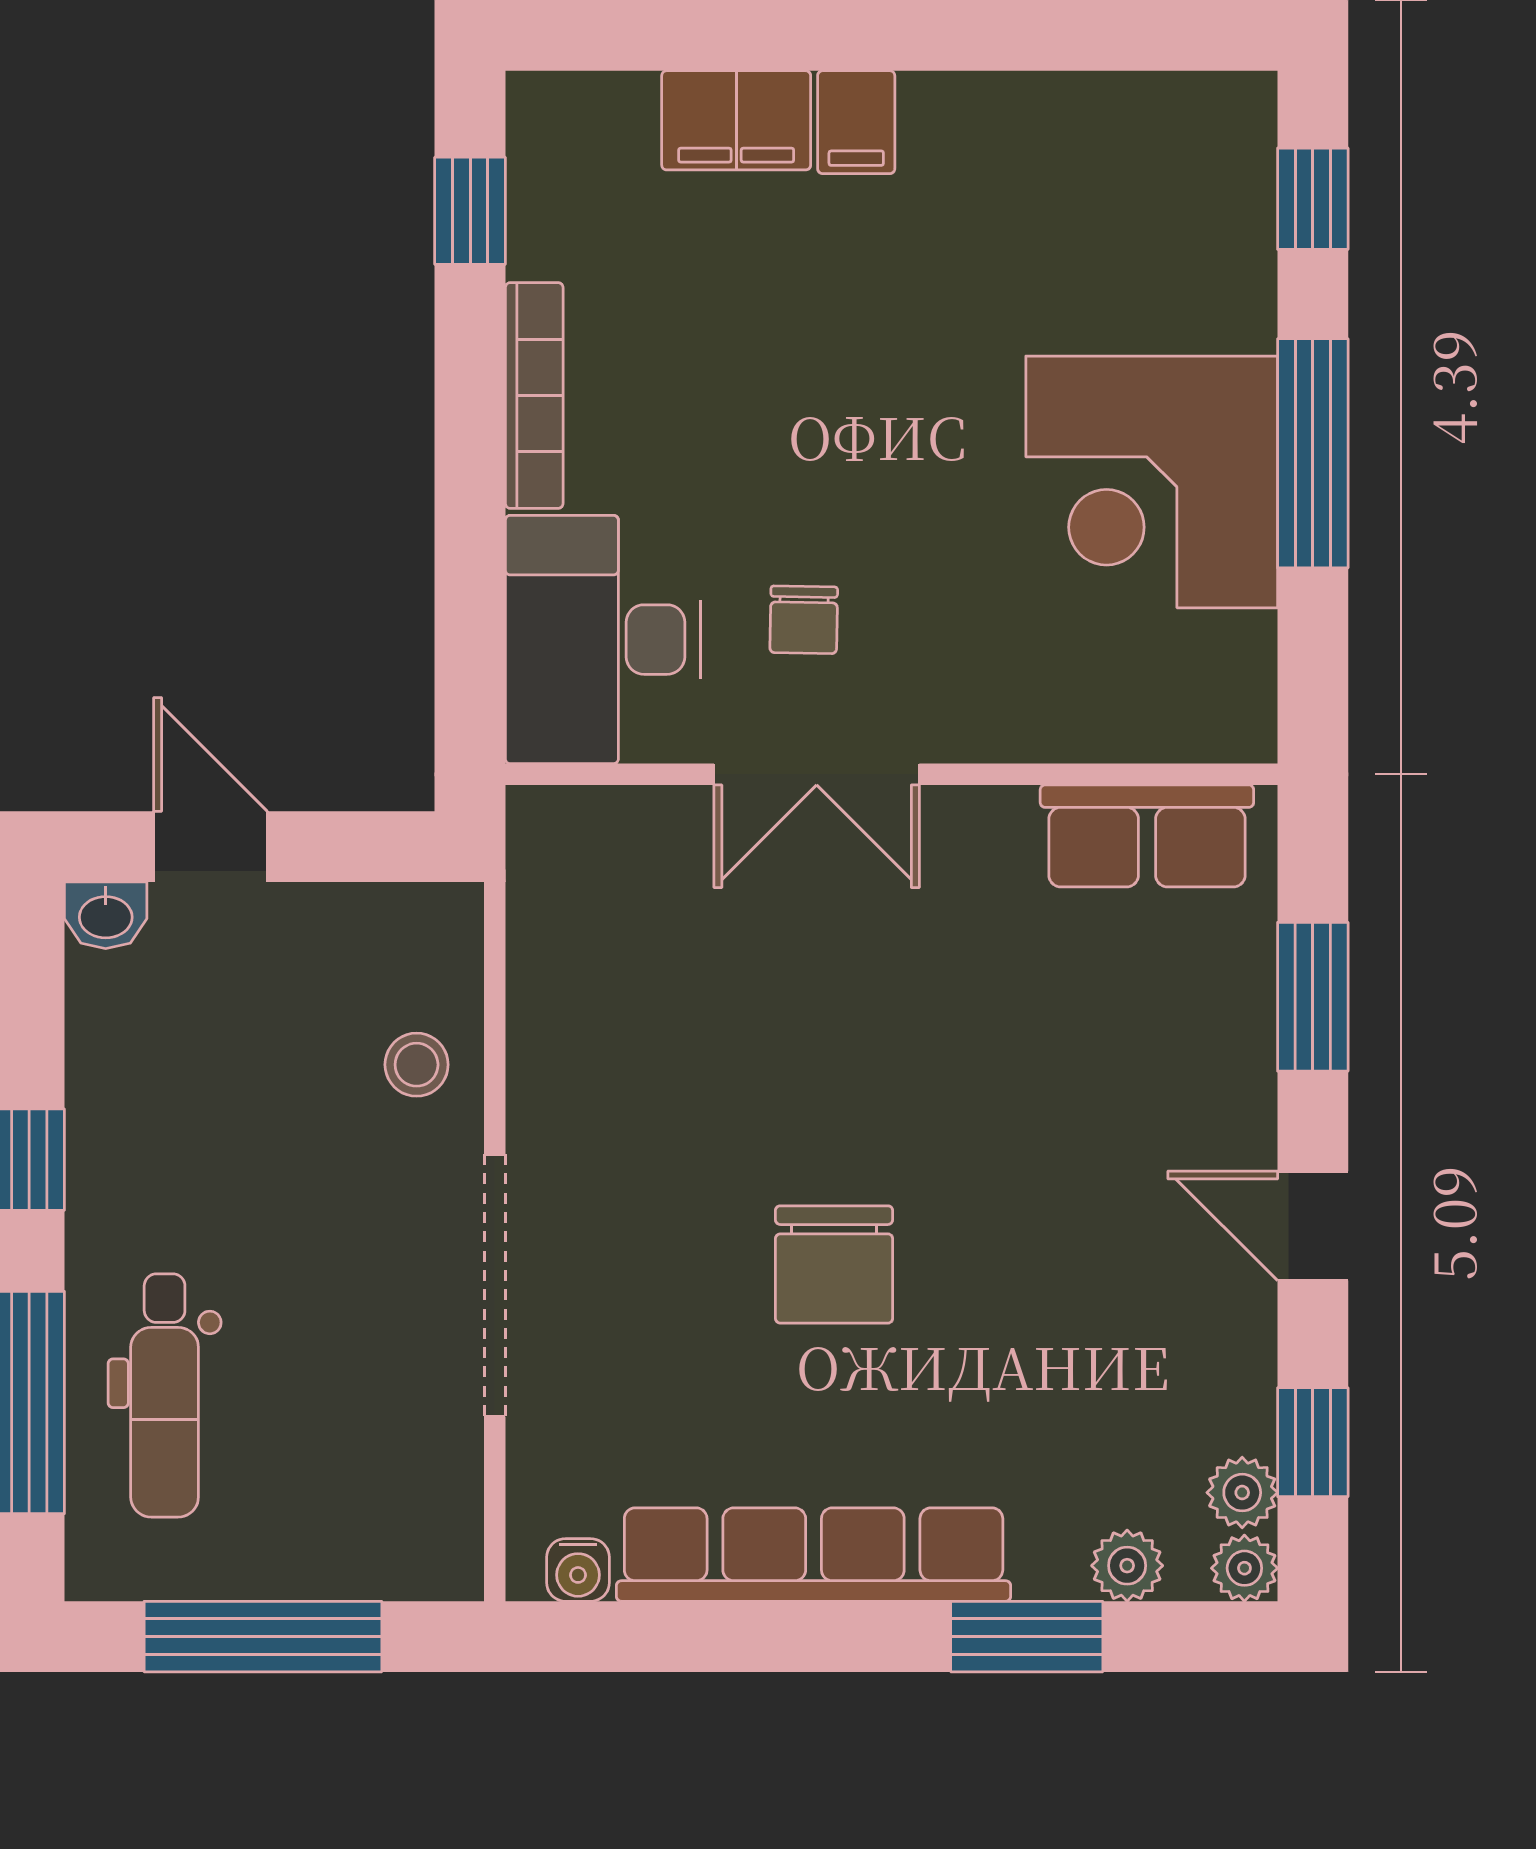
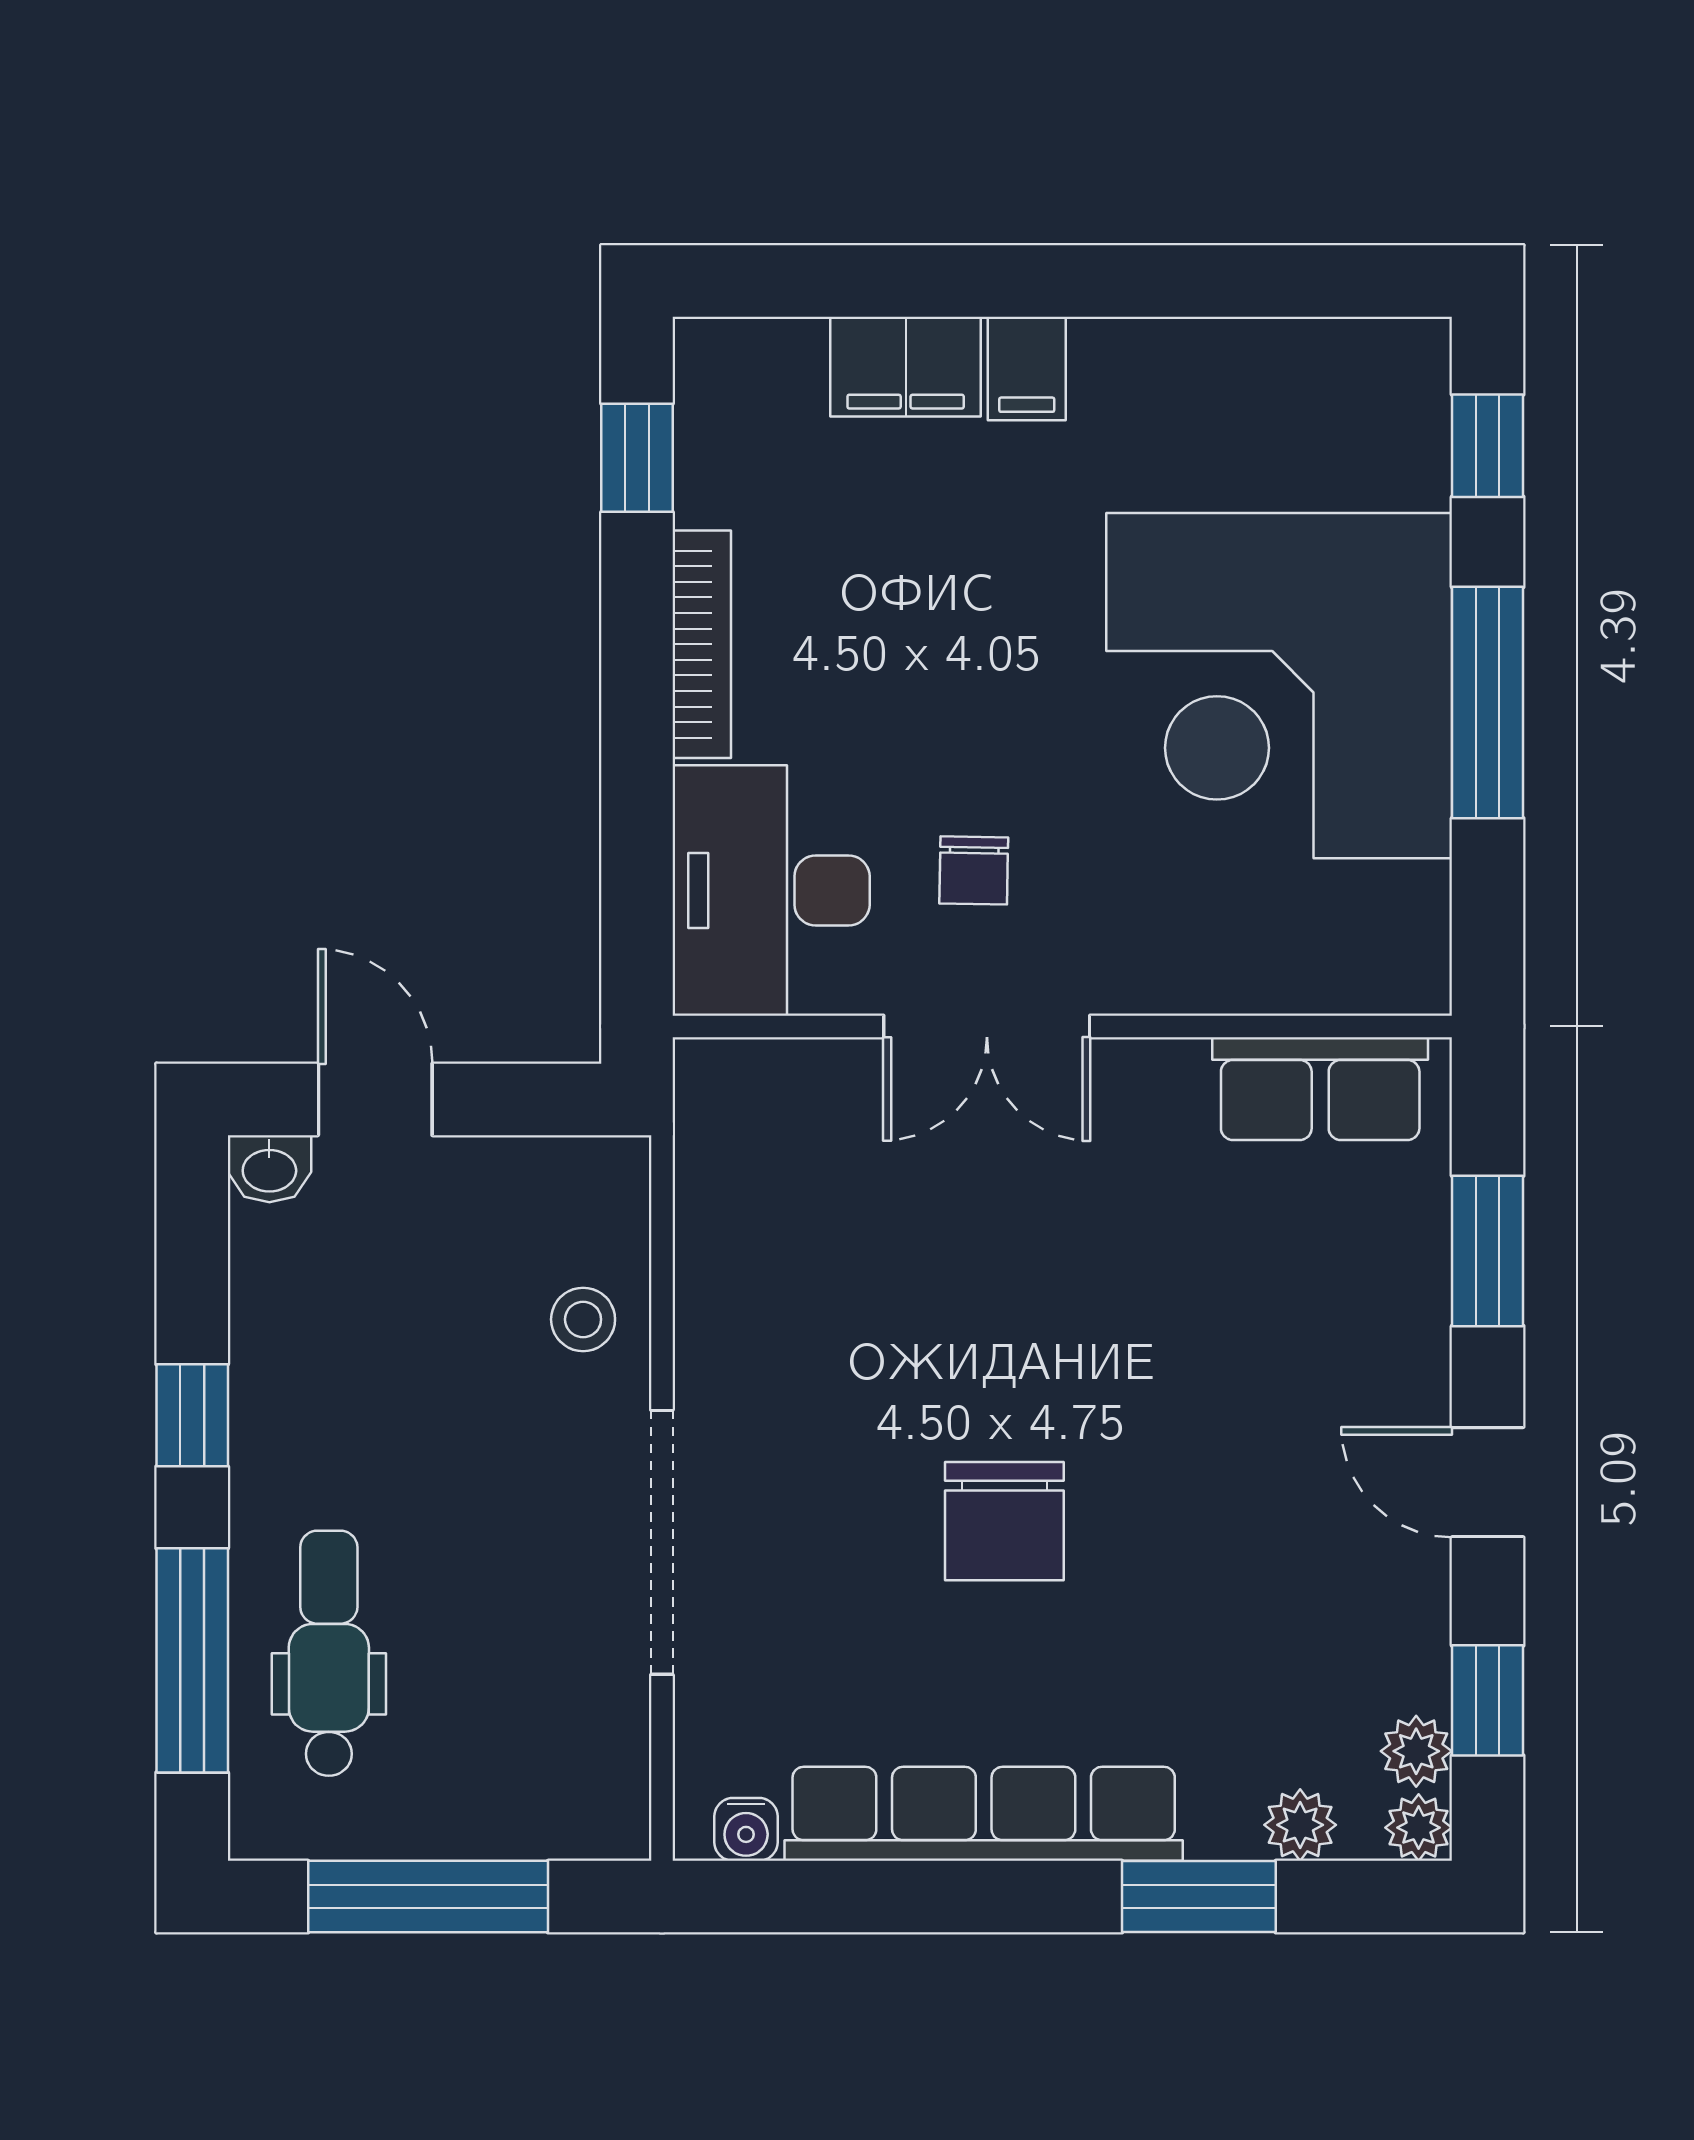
corner desk: (1152, 482) -> (1279, 686), width x1.36, depth x1.36
dental chair: (165, 1395) -> (329, 1653), turned 180

